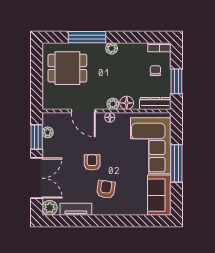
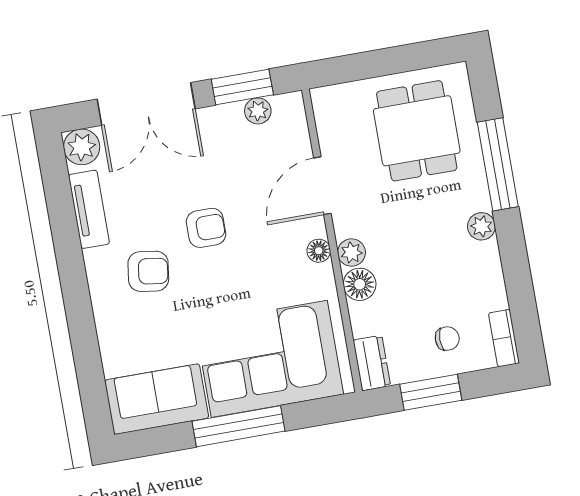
dresser: (155, 104) -> (372, 363), width x0.70

